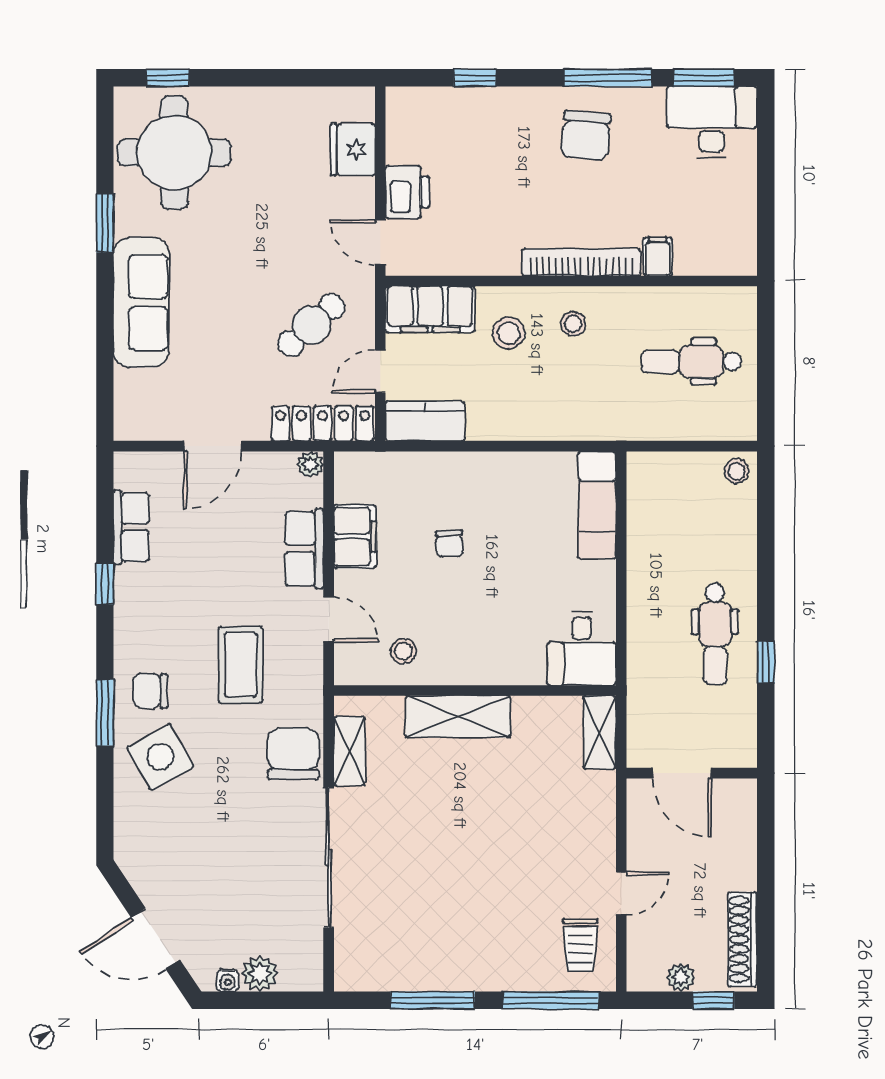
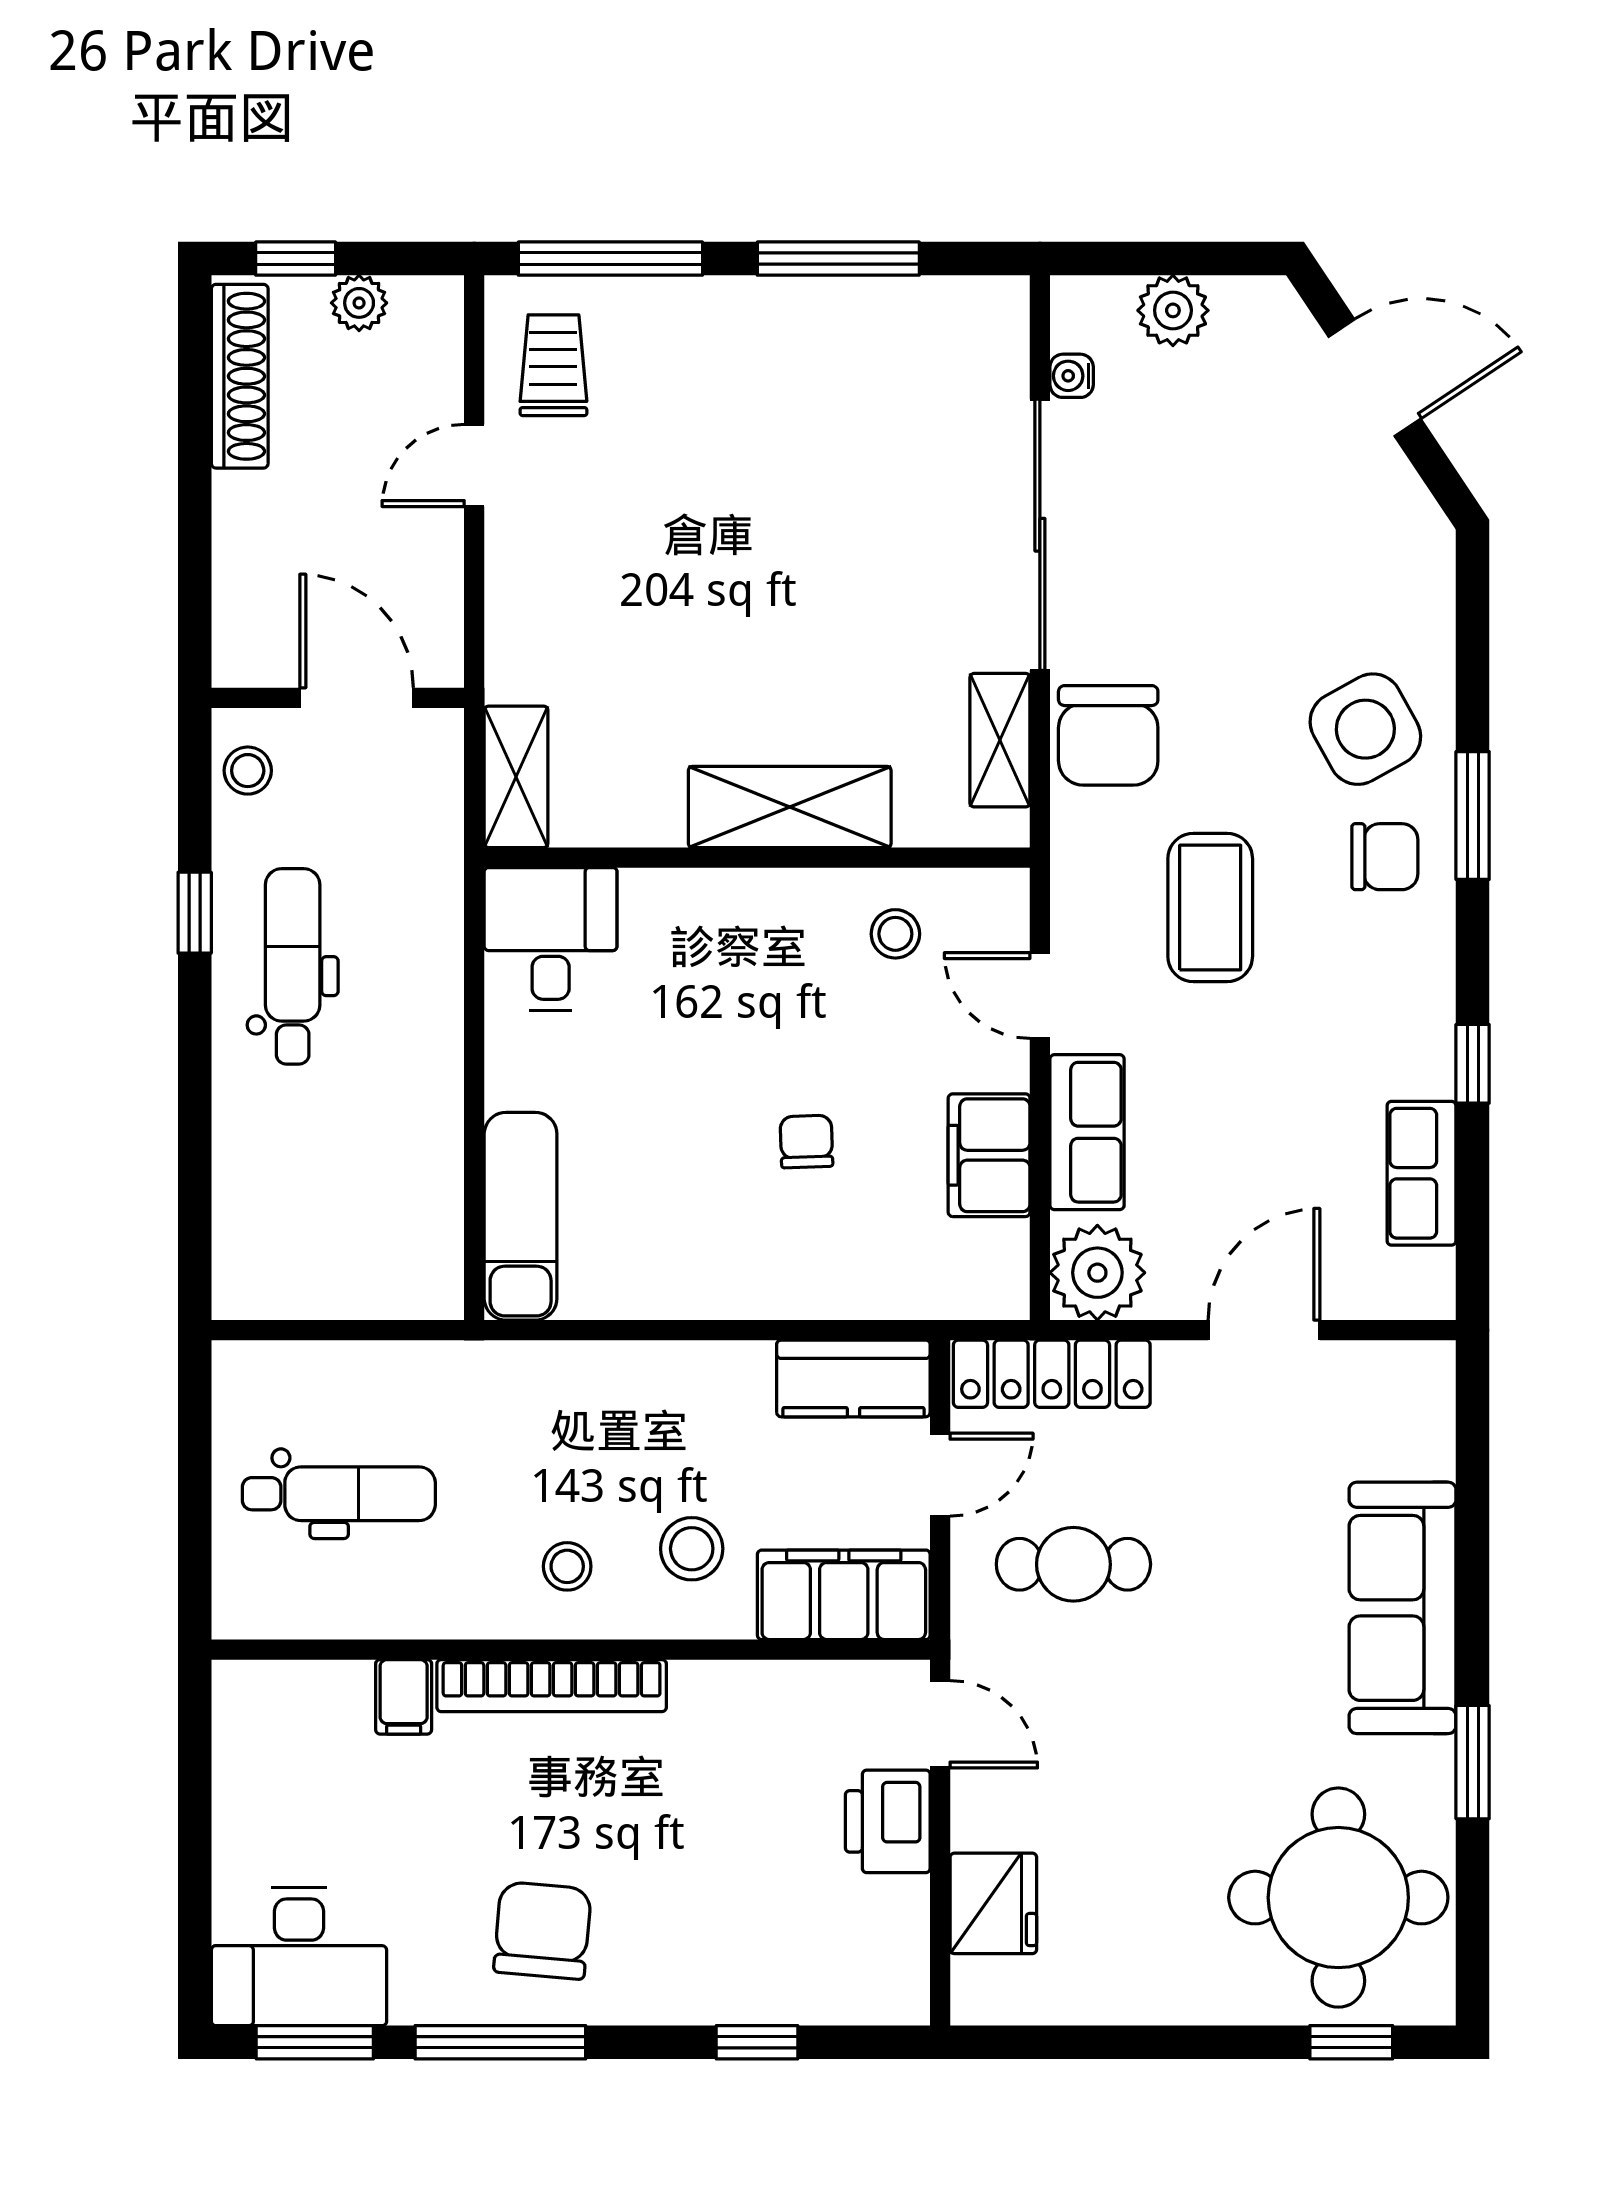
cafe table: (311, 325) -> (1073, 1564), turned 42
plant: (310, 464) -> (1097, 1273), width x1.87, depth x1.87
stool: (737, 471) -> (248, 771), moved
water cooler: (228, 980) -> (1072, 376), moved, turned -90

